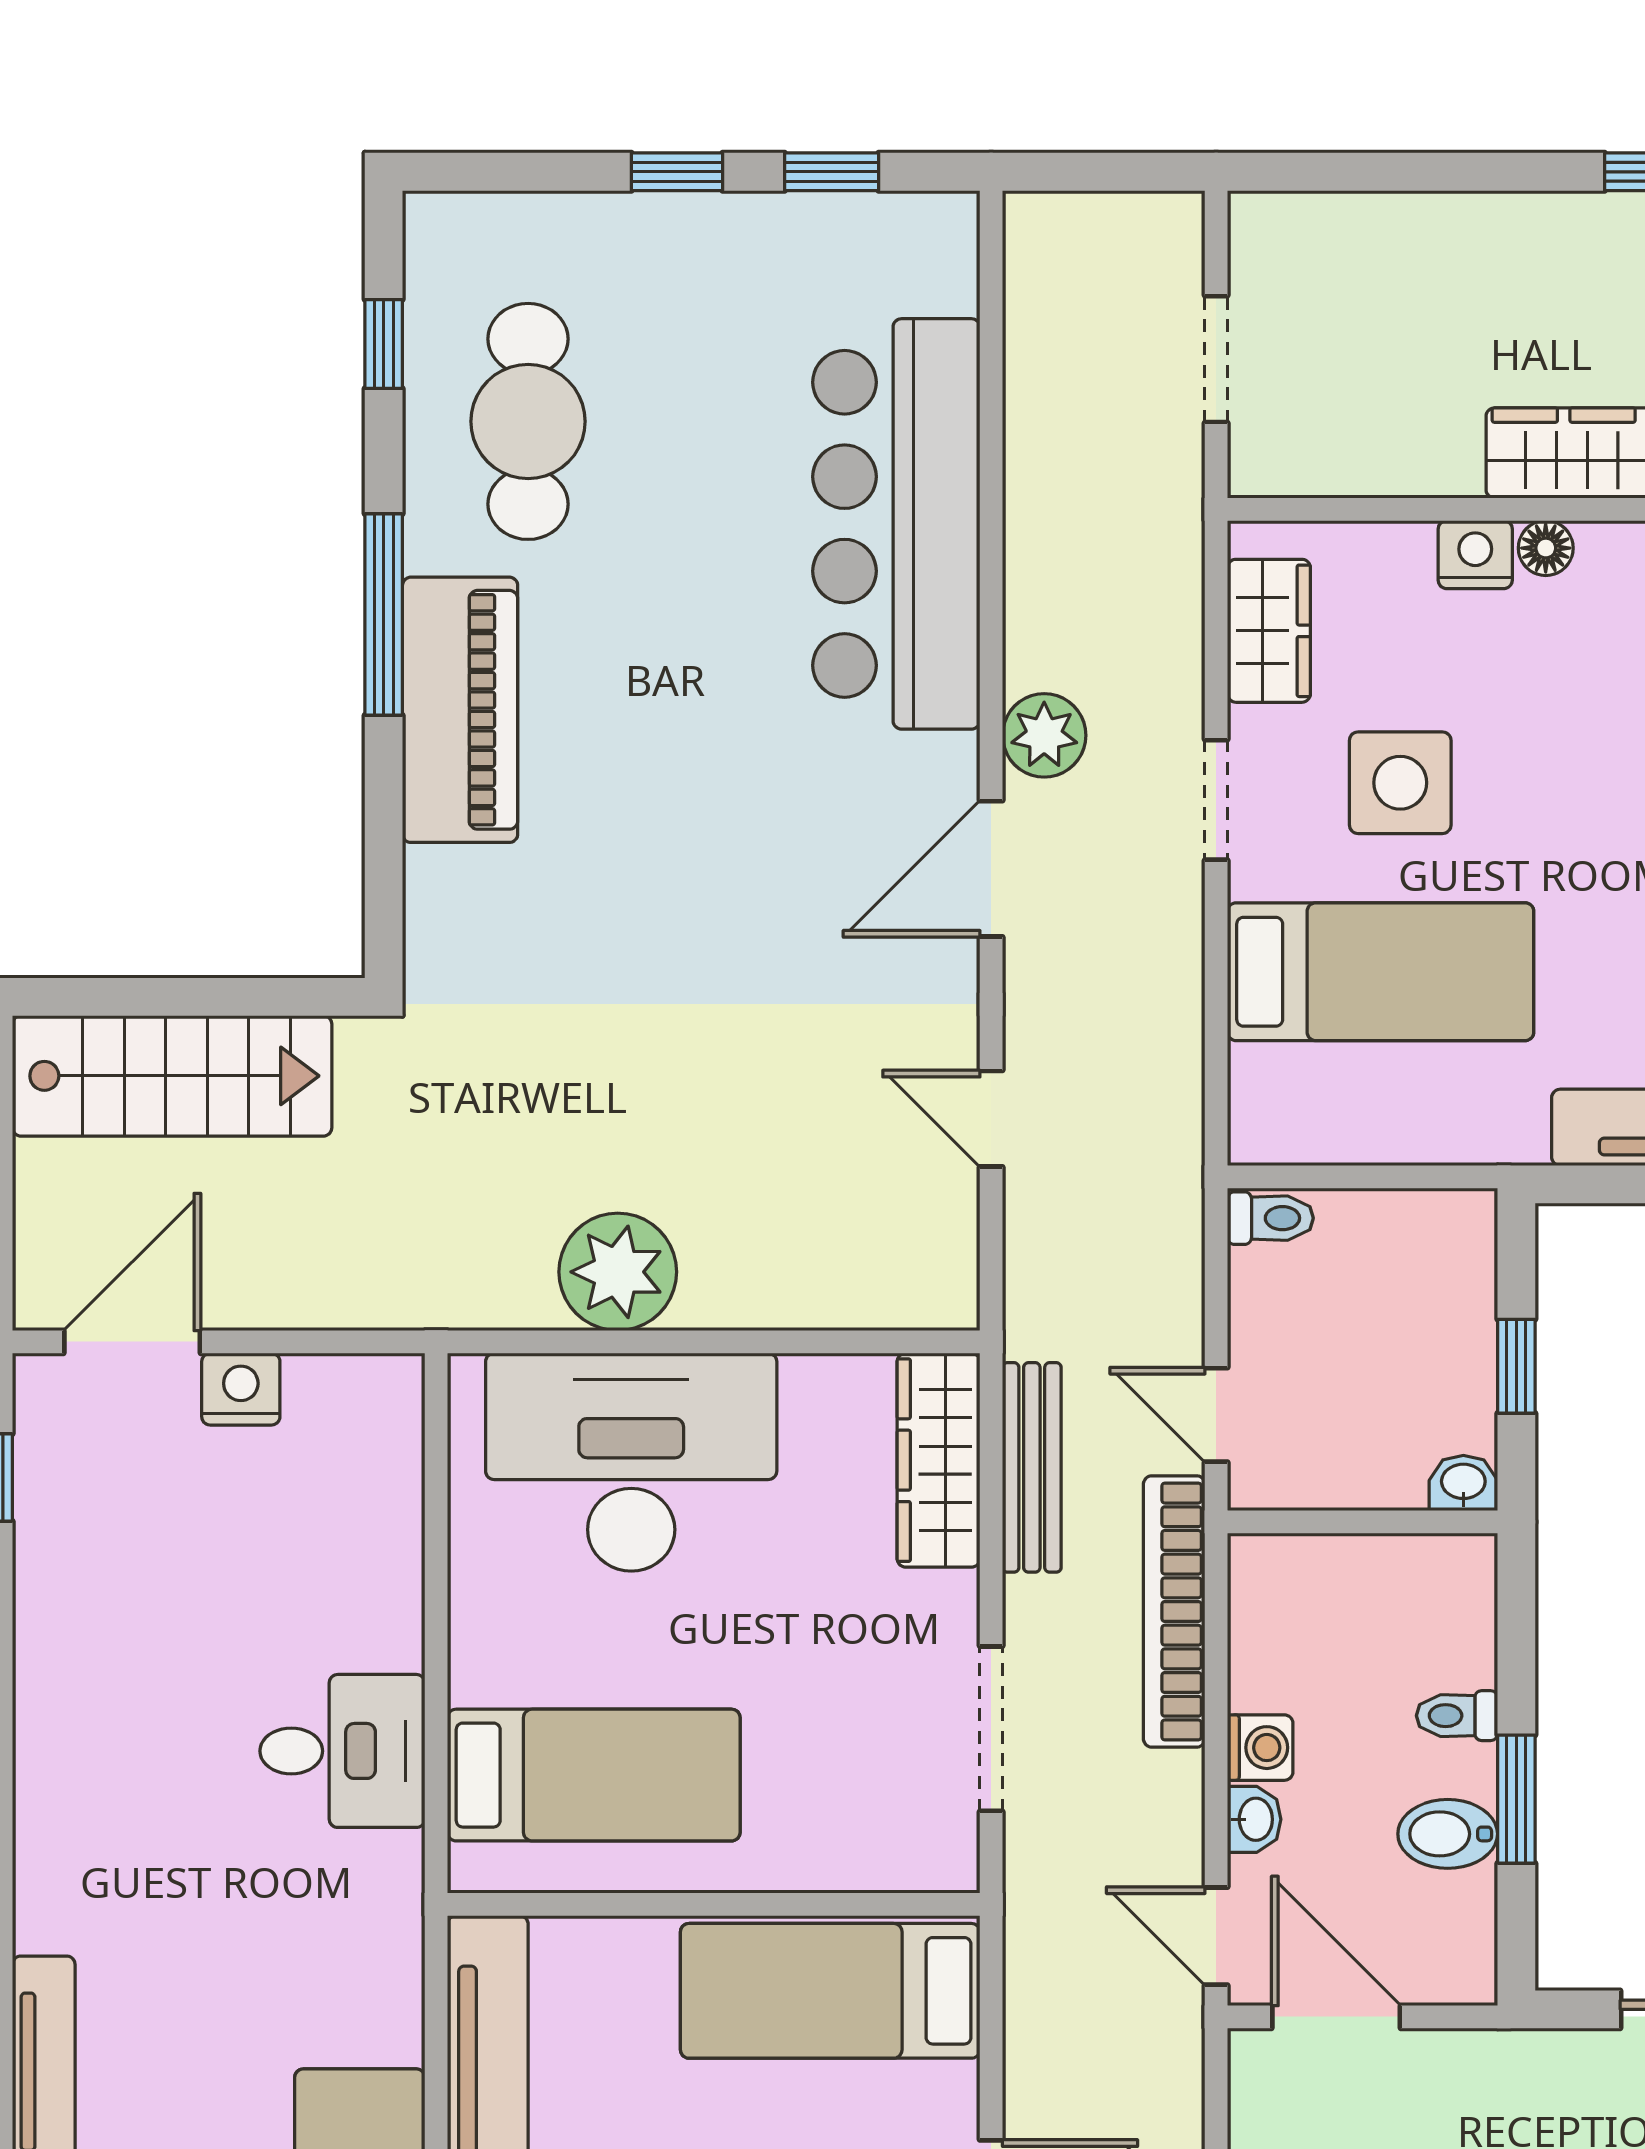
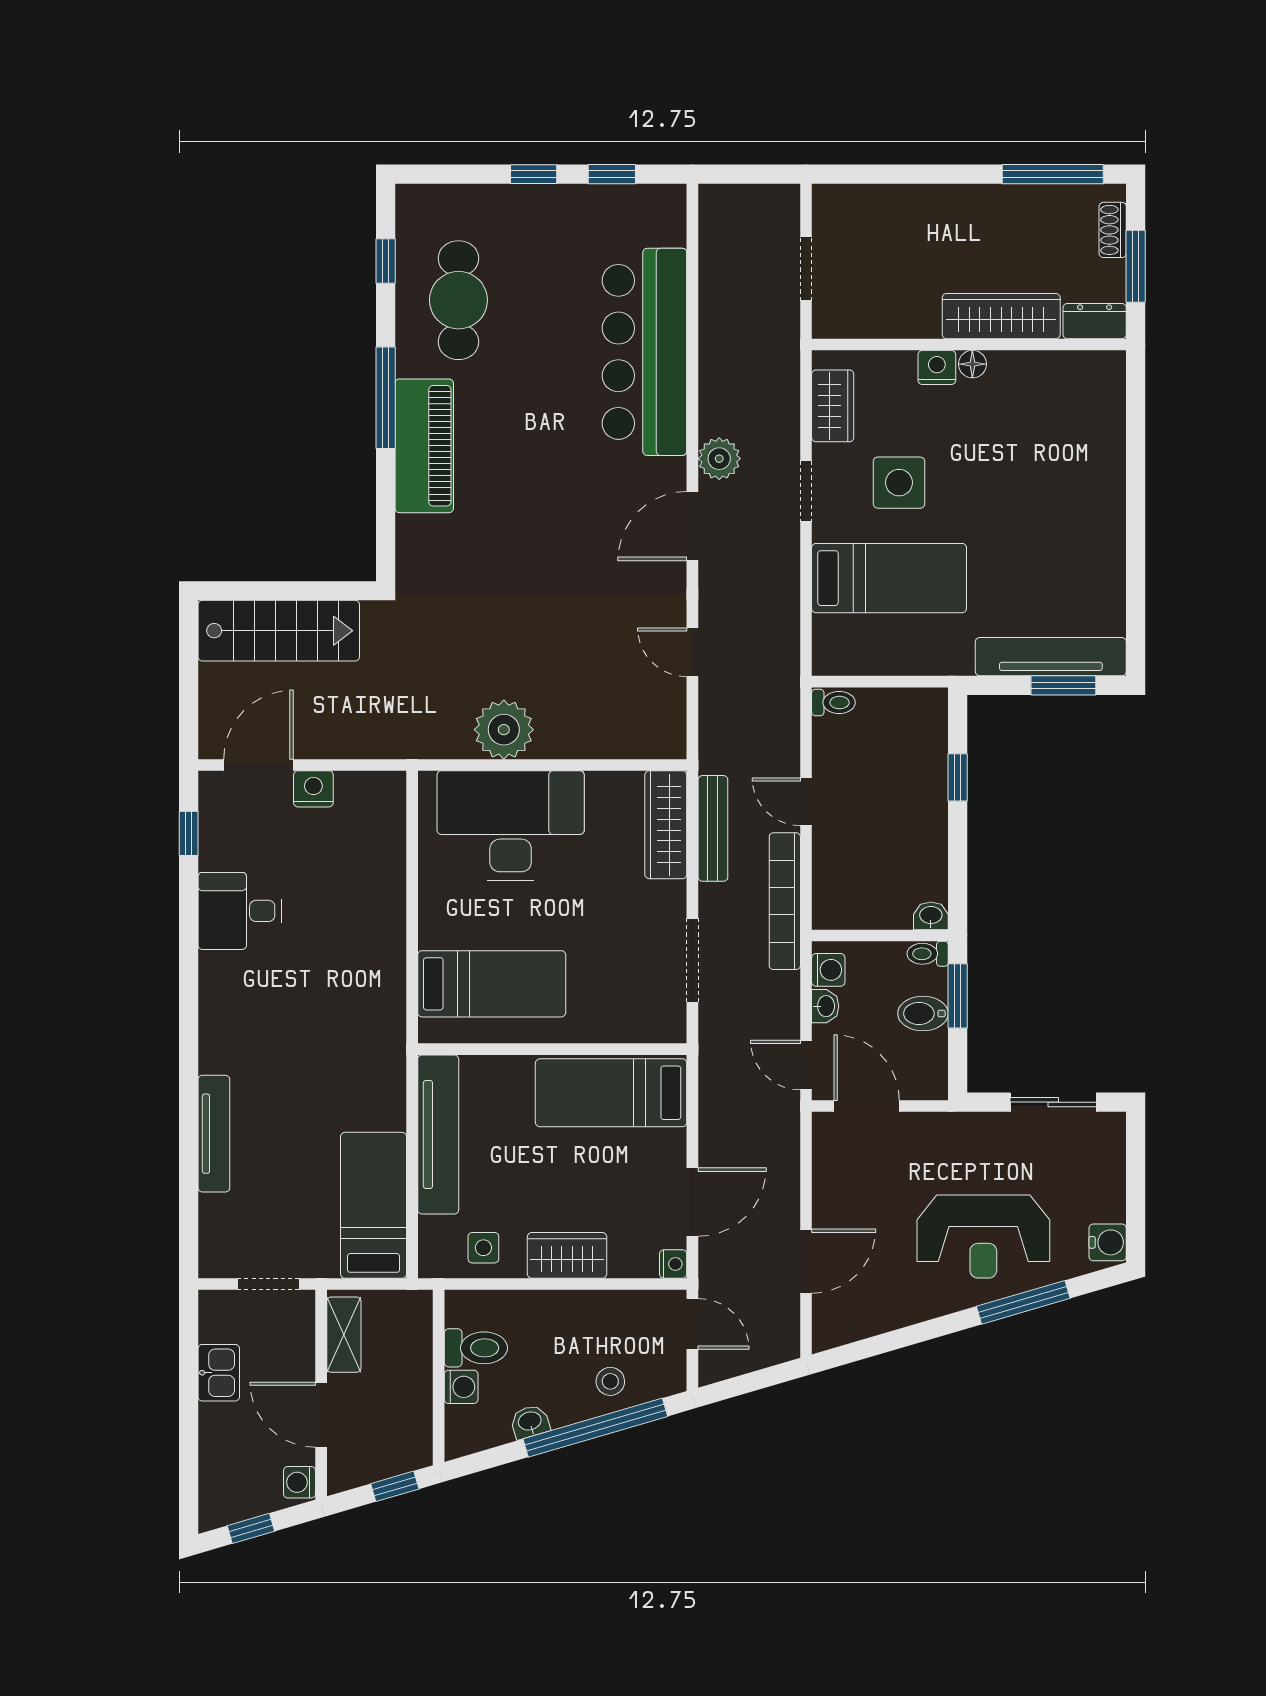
washbasin: (1463, 1483) -> (931, 916), moved
wall: (1363, 1522) -> (880, 935), moved
desk: (342, 1751) -> (240, 911), moved, turned 180

